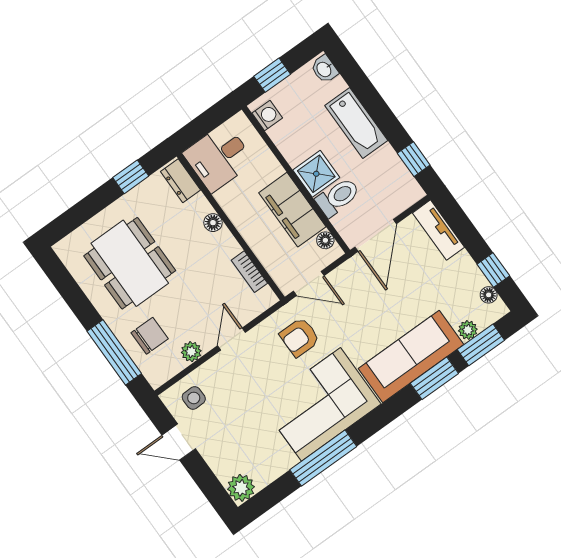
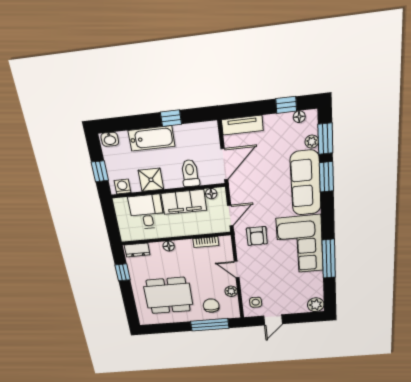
desk: (219, 157) -> (147, 212), moved, turned 180
window: (414, 159) -> (171, 118), moved
shower: (316, 174) -> (151, 180), moved
door: (376, 235) -> (224, 164), hinge flipped

